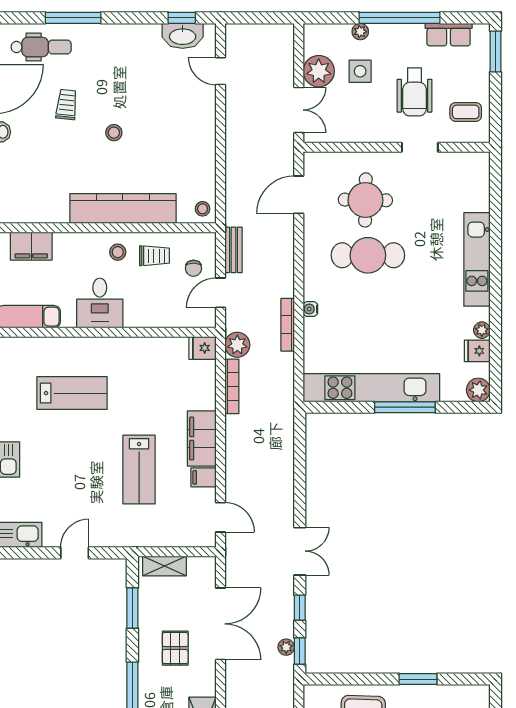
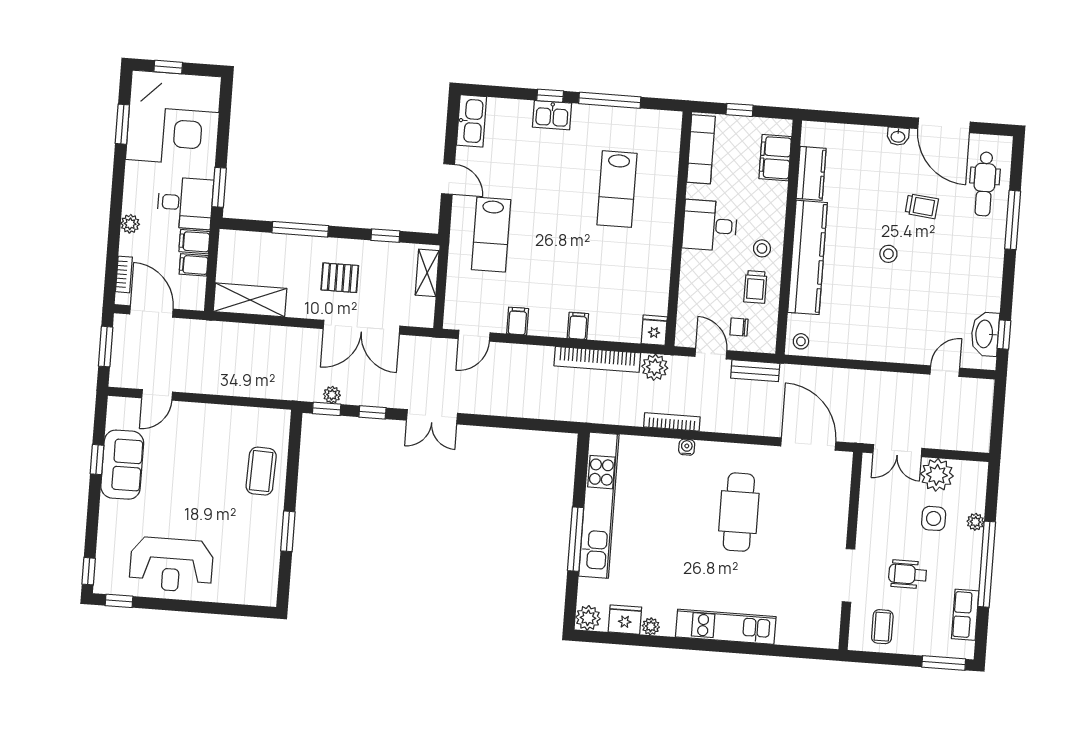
wheelchair: (415, 92) -> (908, 574), width x0.73, depth x0.73
doorway: (420, 147) -> (849, 575), width x1.38
door: (299, 195) -> (808, 444), width x1.36
round table: (365, 200) -> (797, 514), removed
kitchen counter: (43, 211) -> (811, 173), added
fridge: (477, 351) -> (625, 620), width x1.38
bookcase: (232, 386) -> (597, 359), width x1.48, depth x1.31
filing cabinet: (202, 439) -> (578, 326), width x0.33, depth x0.86
lab bench: (139, 470) -> (491, 235), moved, turned -90
window: (132, 608) -> (385, 236), width x0.67

